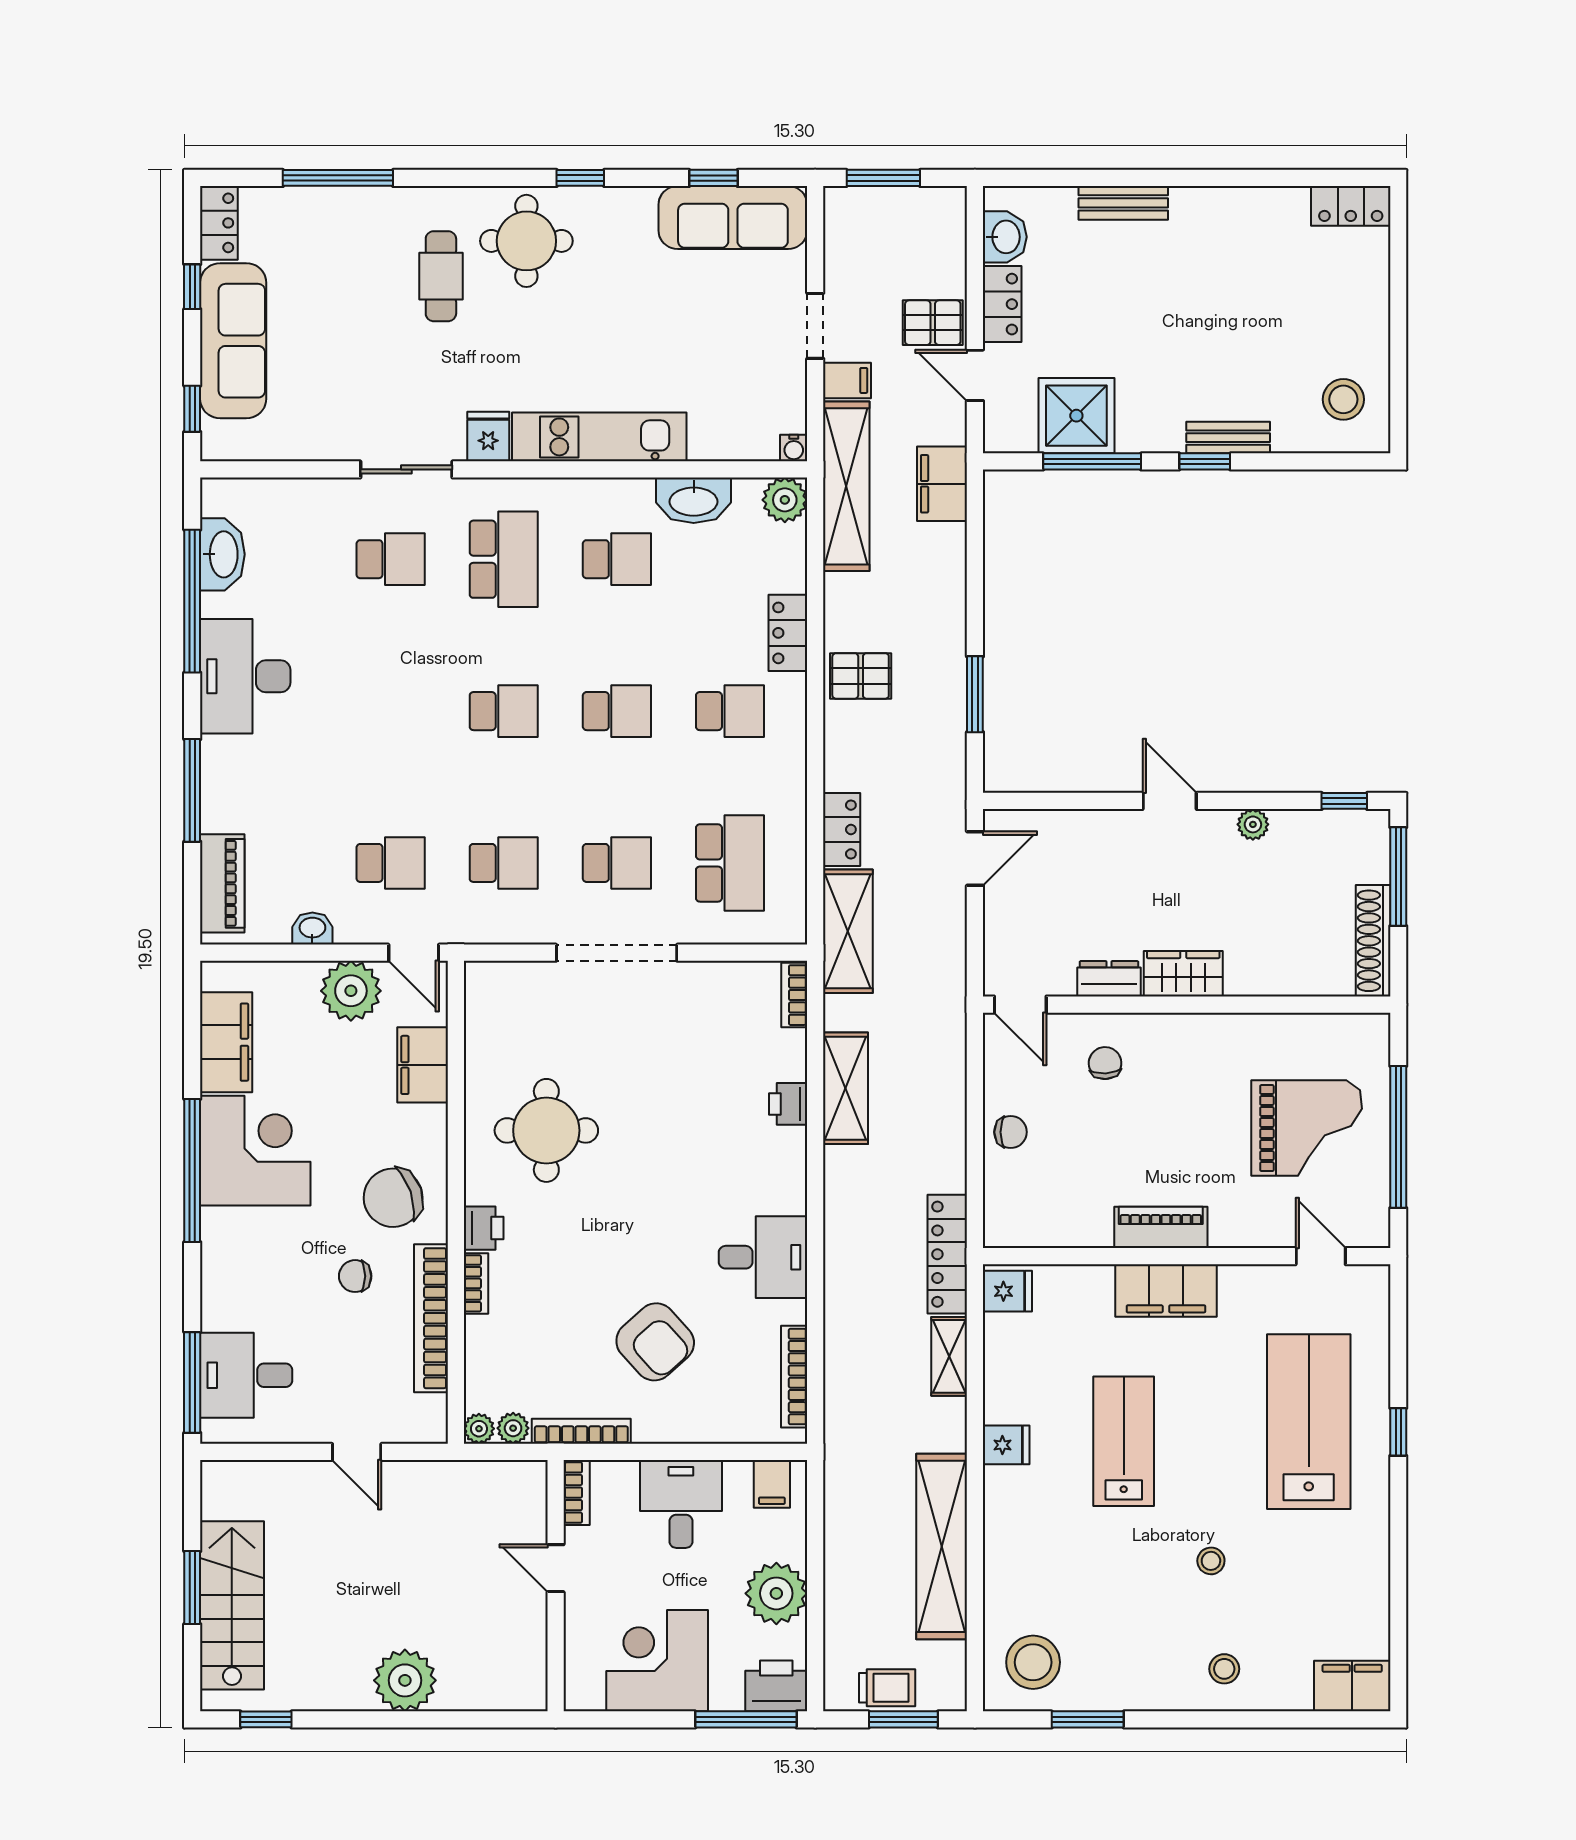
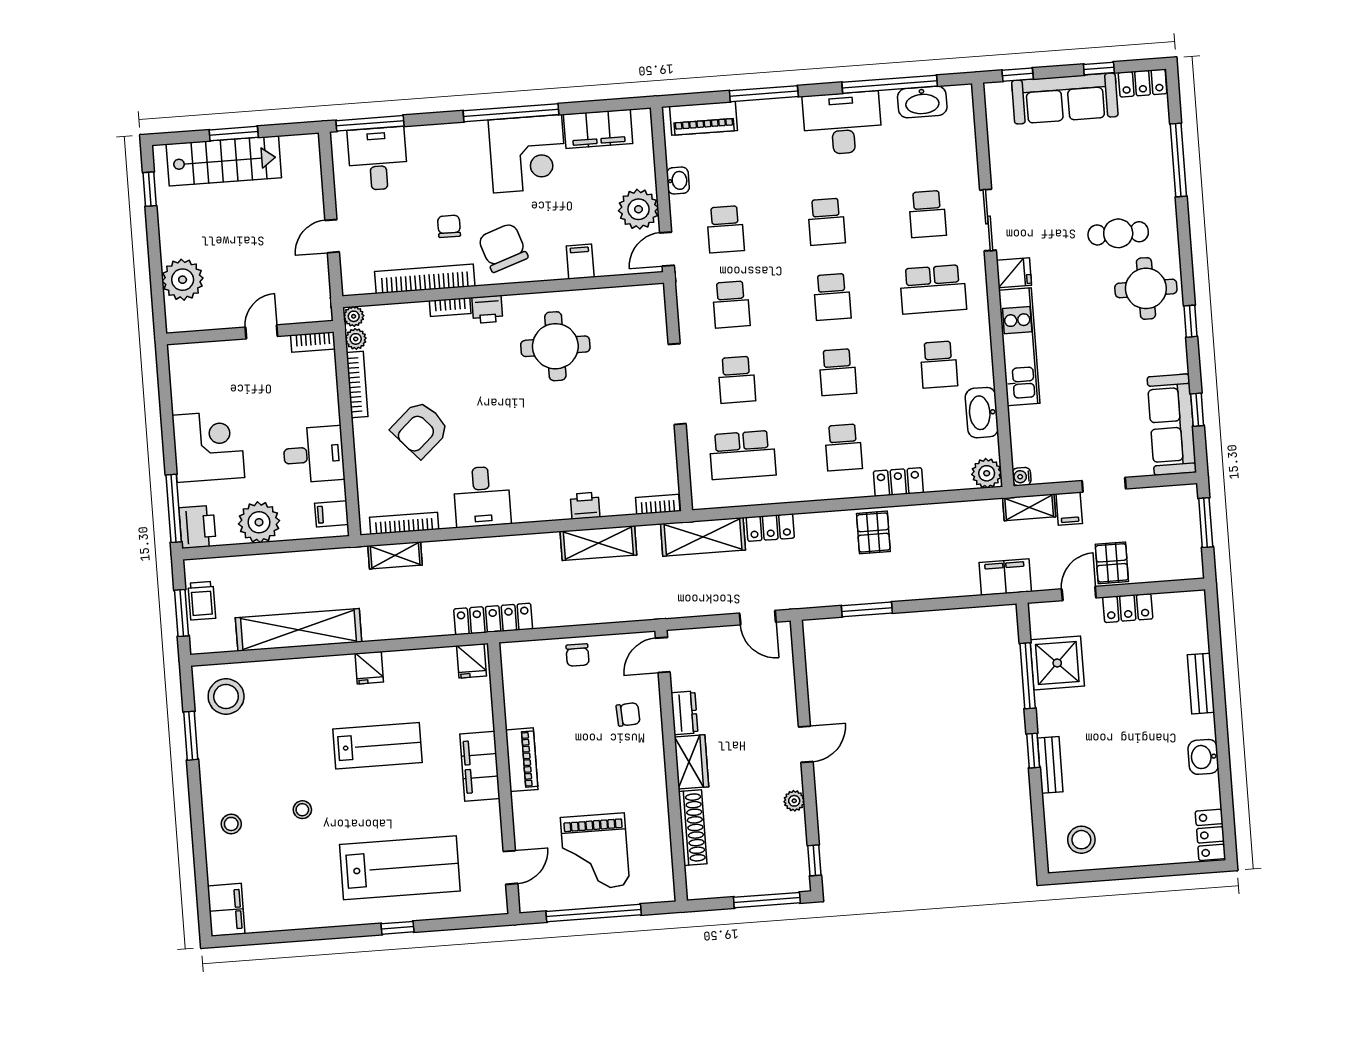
washbasin: (1005, 237) -> (1203, 757), moved, turned 90
shelving: (846, 486) -> (1029, 507), width x0.45, depth x0.75
school desk: (391, 711) -> (826, 222), added
shoe rack: (1373, 941) -> (693, 828), moved, turned 90
filing cabinet: (423, 1065) -> (580, 262), width x0.50
shelving: (949, 1356) -> (395, 555), moved
bookcase: (577, 1493) -> (313, 342), moved
door: (556, 1568) -> (262, 332), moved
wall: (556, 1586) -> (250, 333), moved

